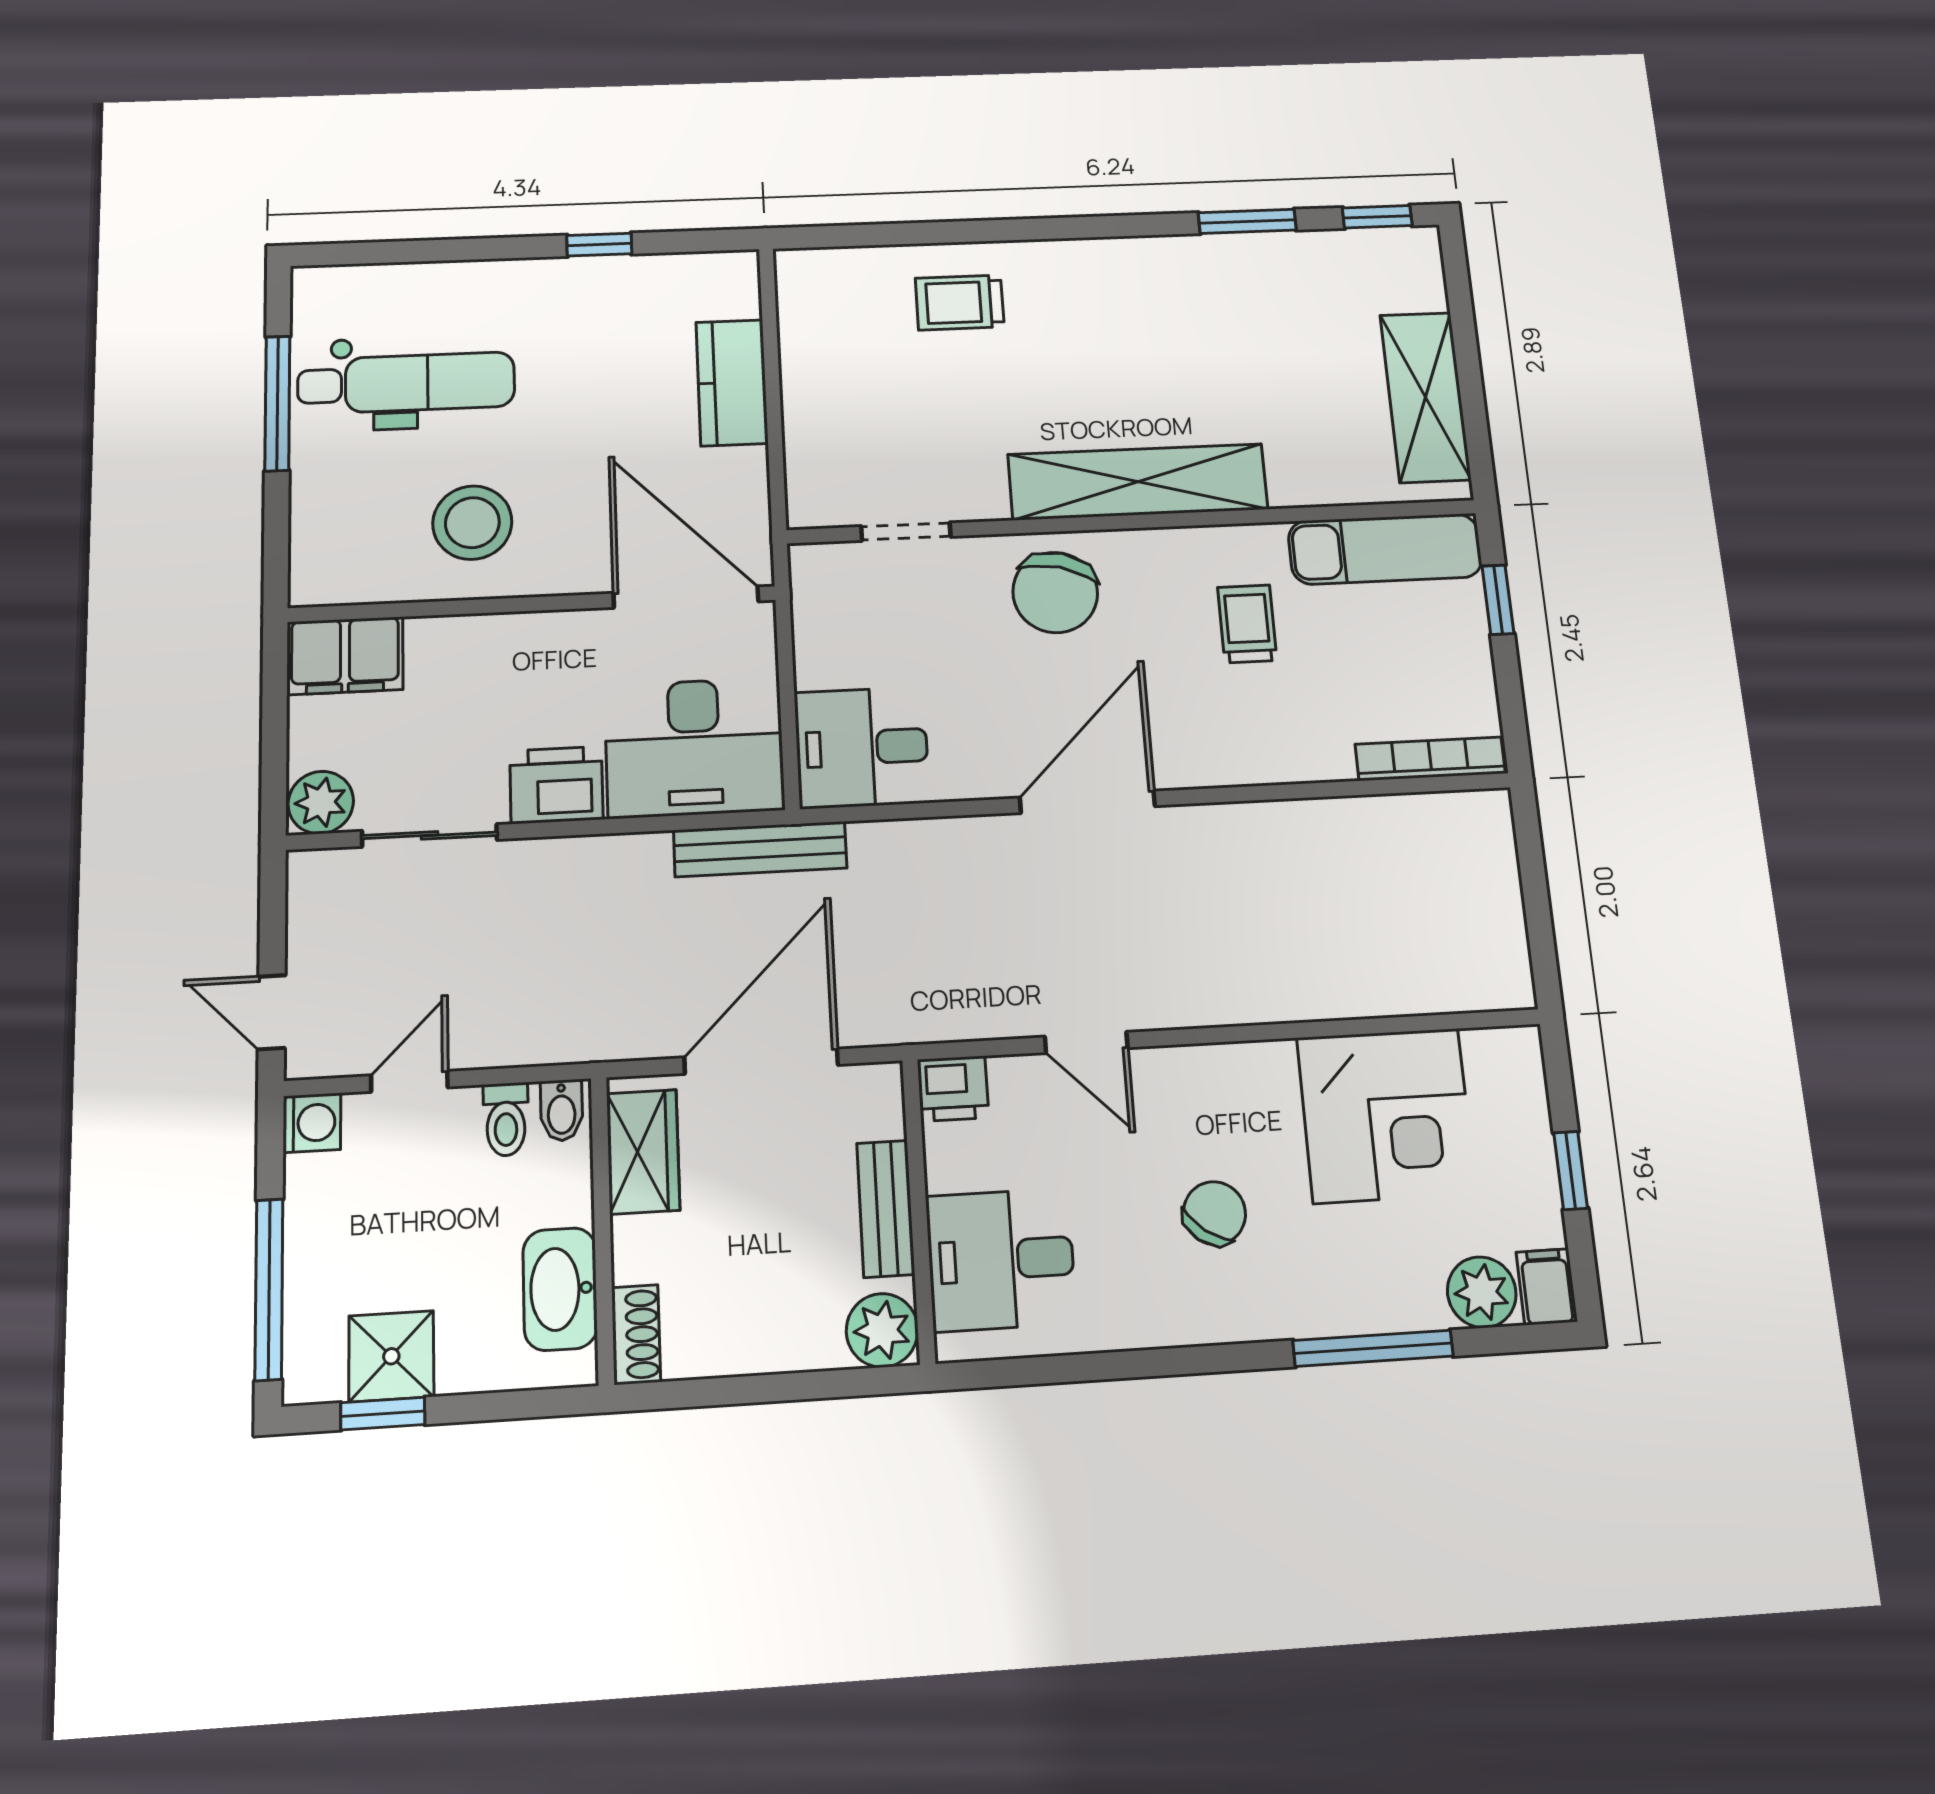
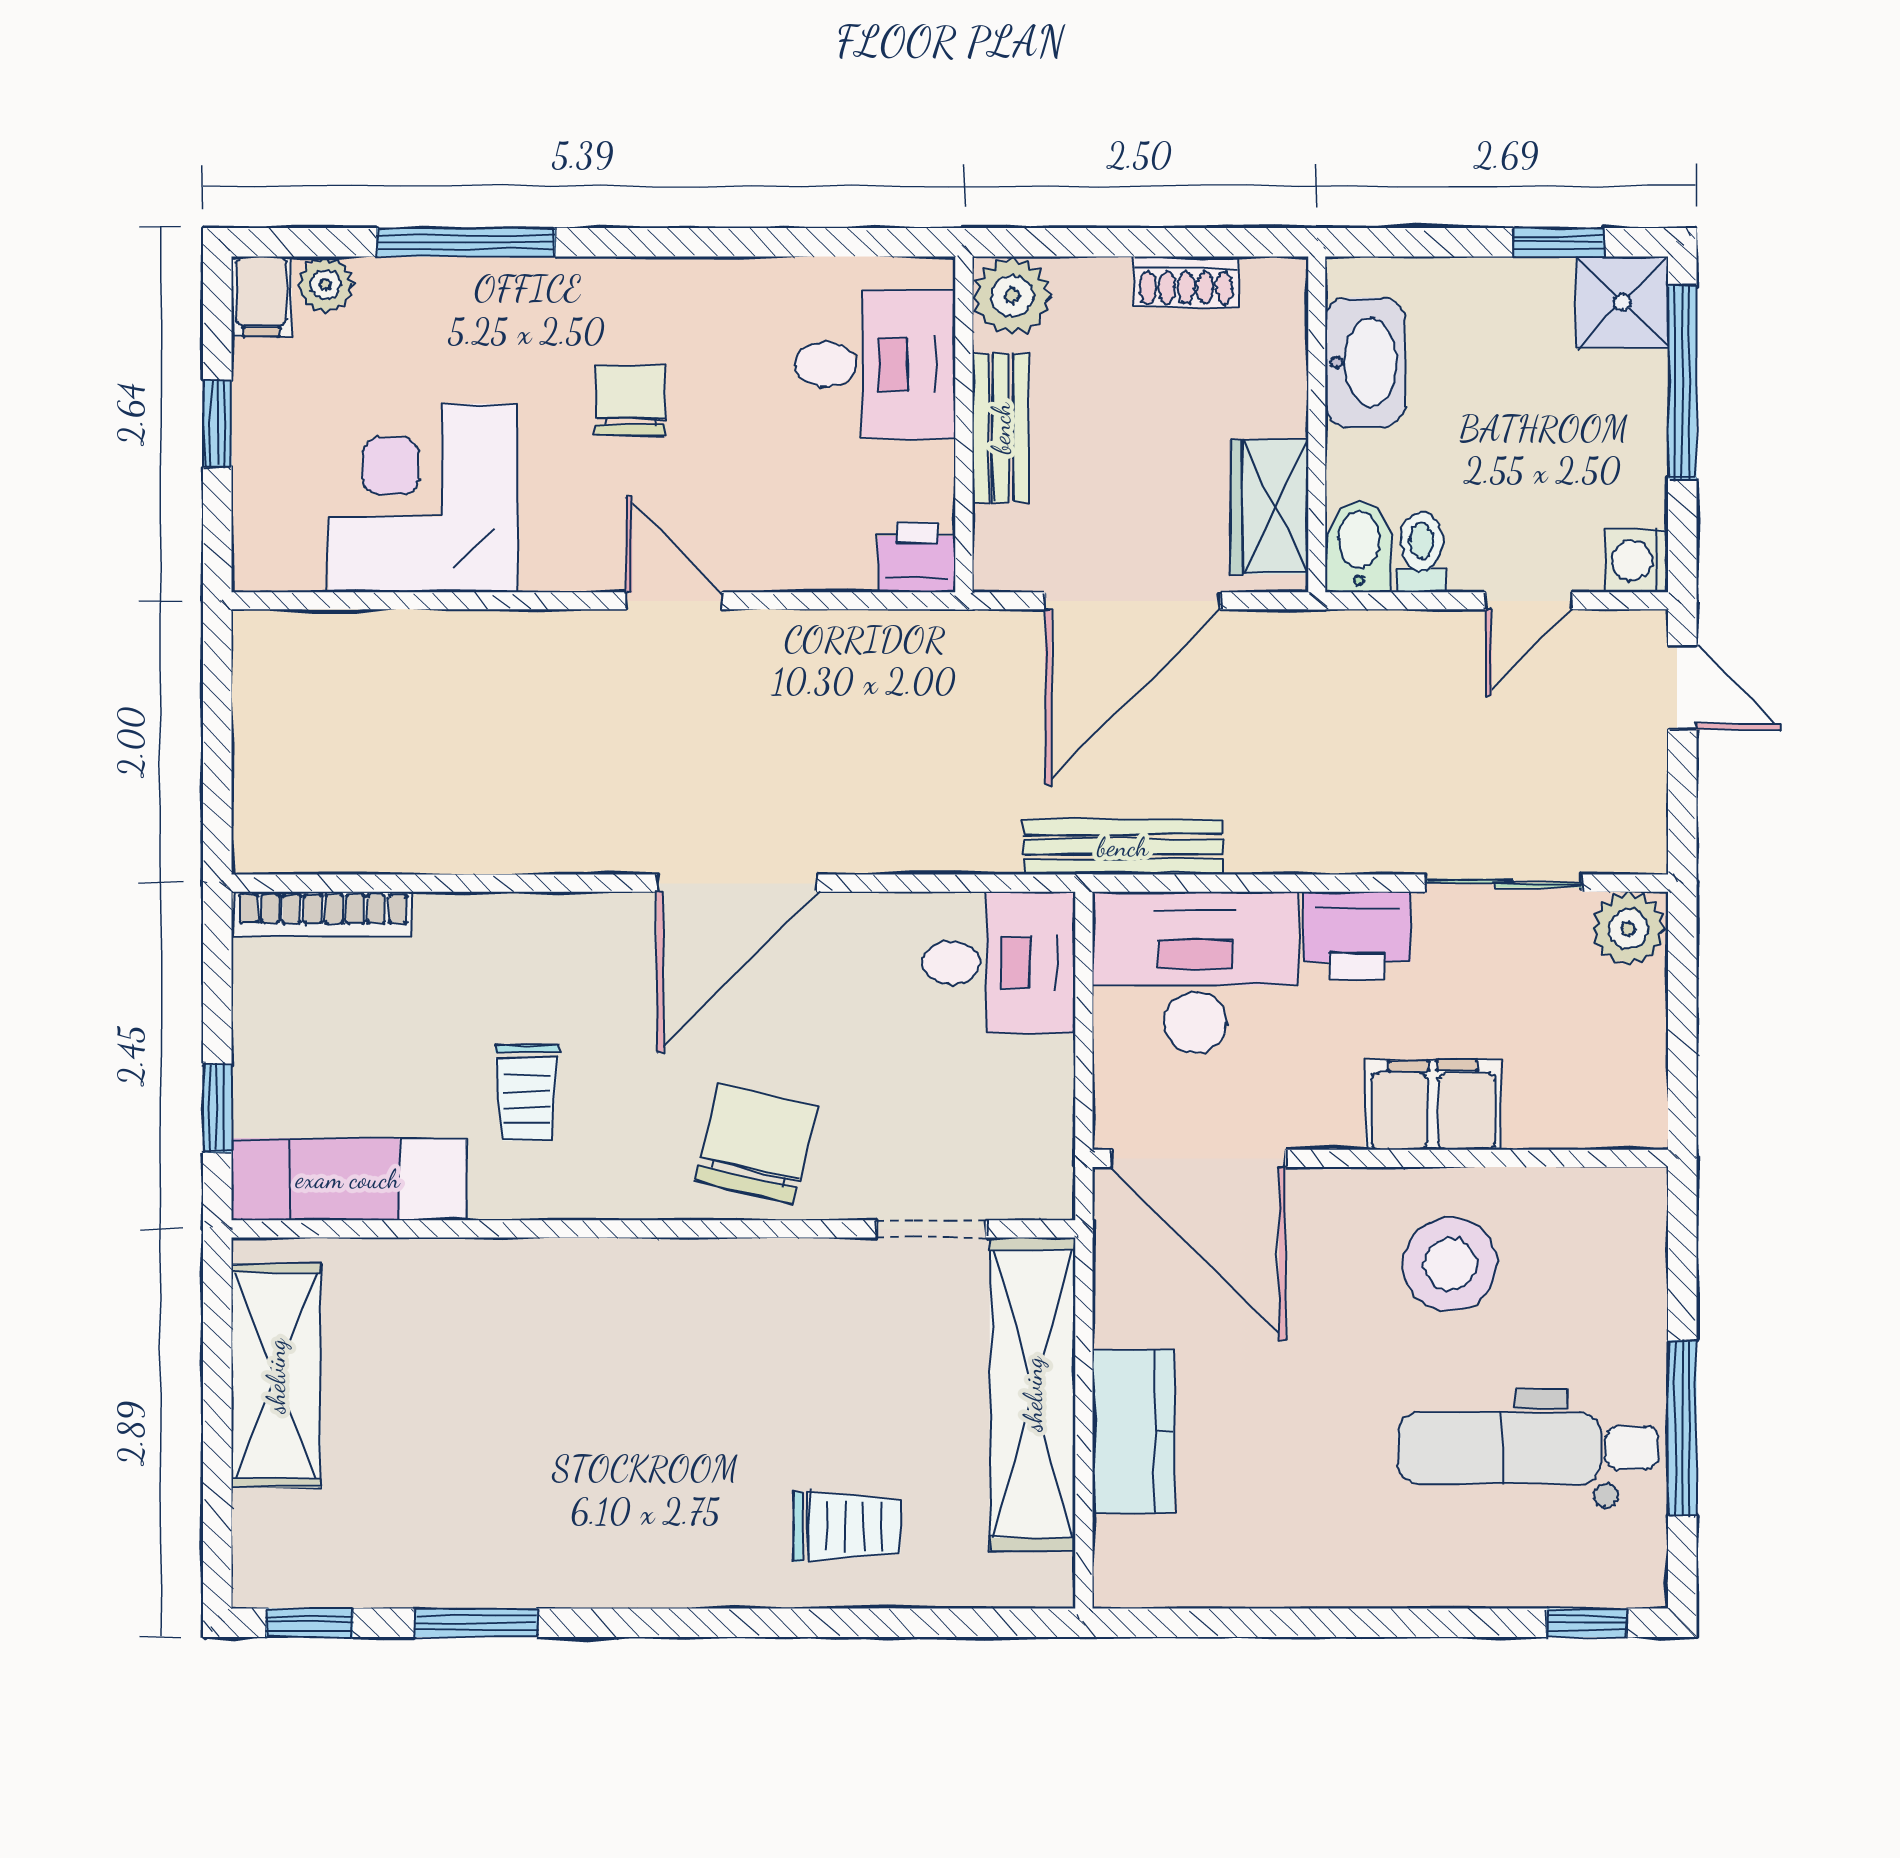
window: (599, 245) -> (1587, 1623), moved
shelving: (1138, 482) -> (1033, 1394), moved, turned 90
filing cabinet: (345, 656) -> (1433, 1105), moved
door: (1086, 1042) -> (674, 601), moved
bidet: (561, 1110) -> (1359, 546), width x1.38, depth x1.36
chair: (1215, 1213) -> (630, 401), turned 144
plant: (1482, 1292) -> (326, 285), width x0.73, depth x0.73
shoe rack: (636, 1335) -> (1186, 282), moved, turned -90
shower: (391, 1356) -> (1622, 302), moved

